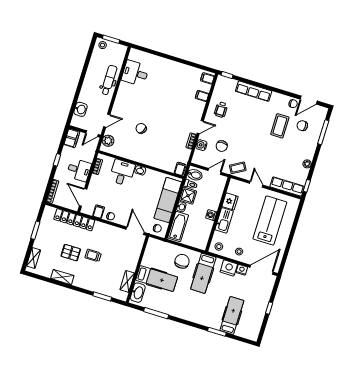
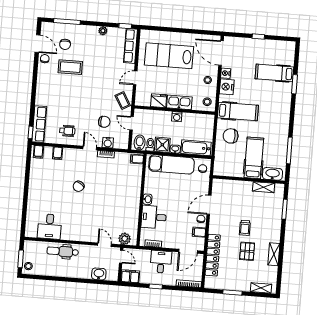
row of seats: (254, 91) -> (39, 124), moved
chair: (141, 128) -> (79, 186), moved
door: (135, 231) -> (209, 205), moved

